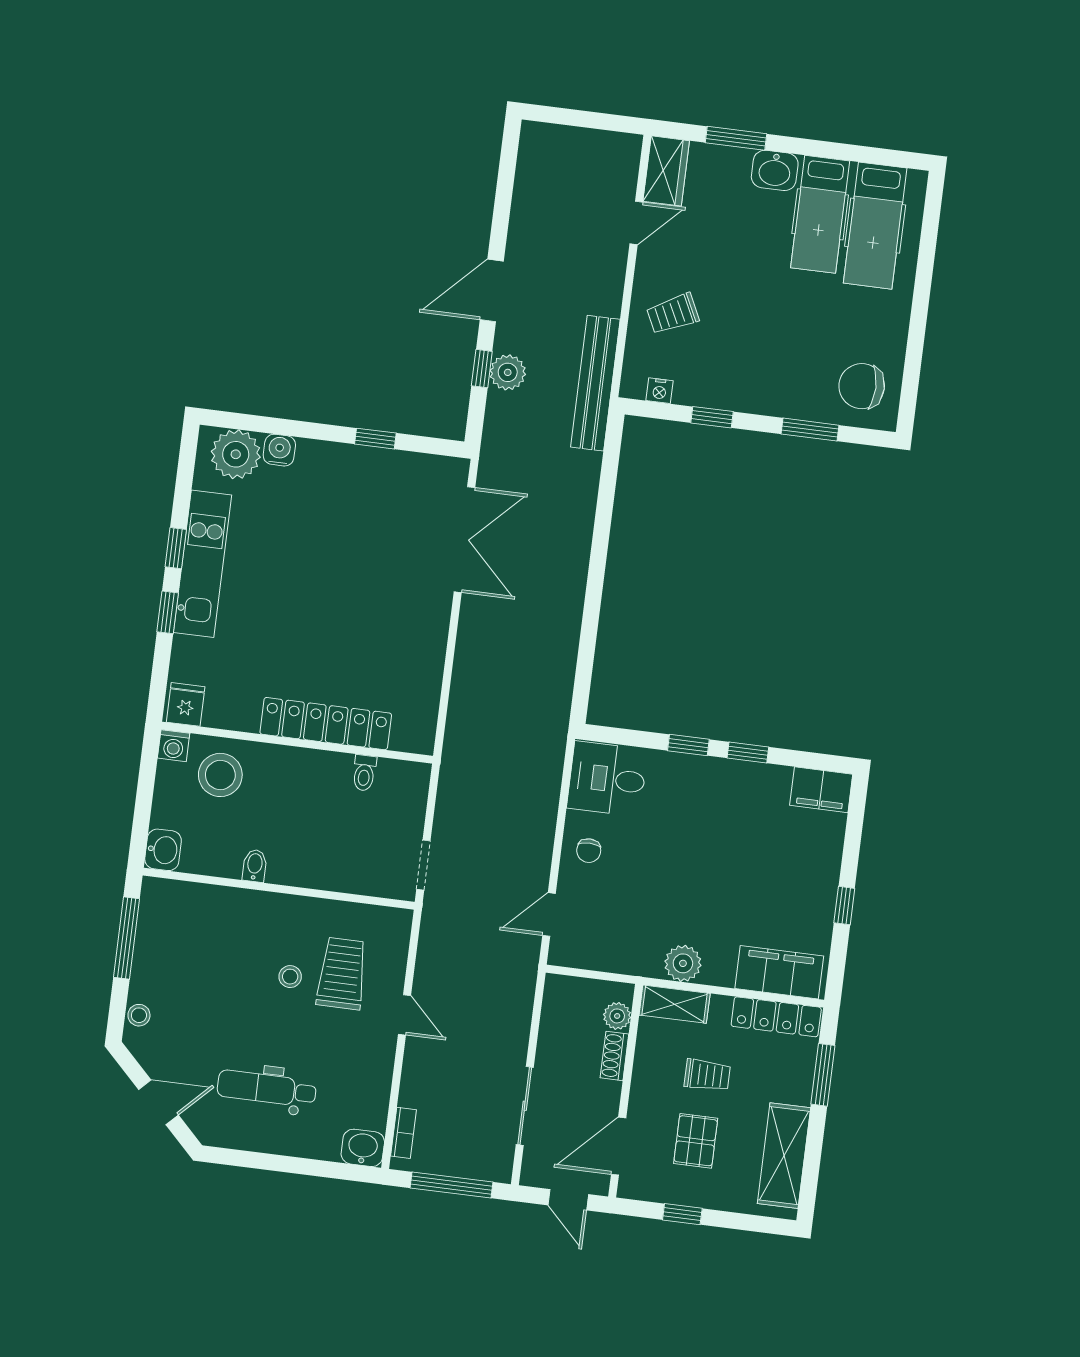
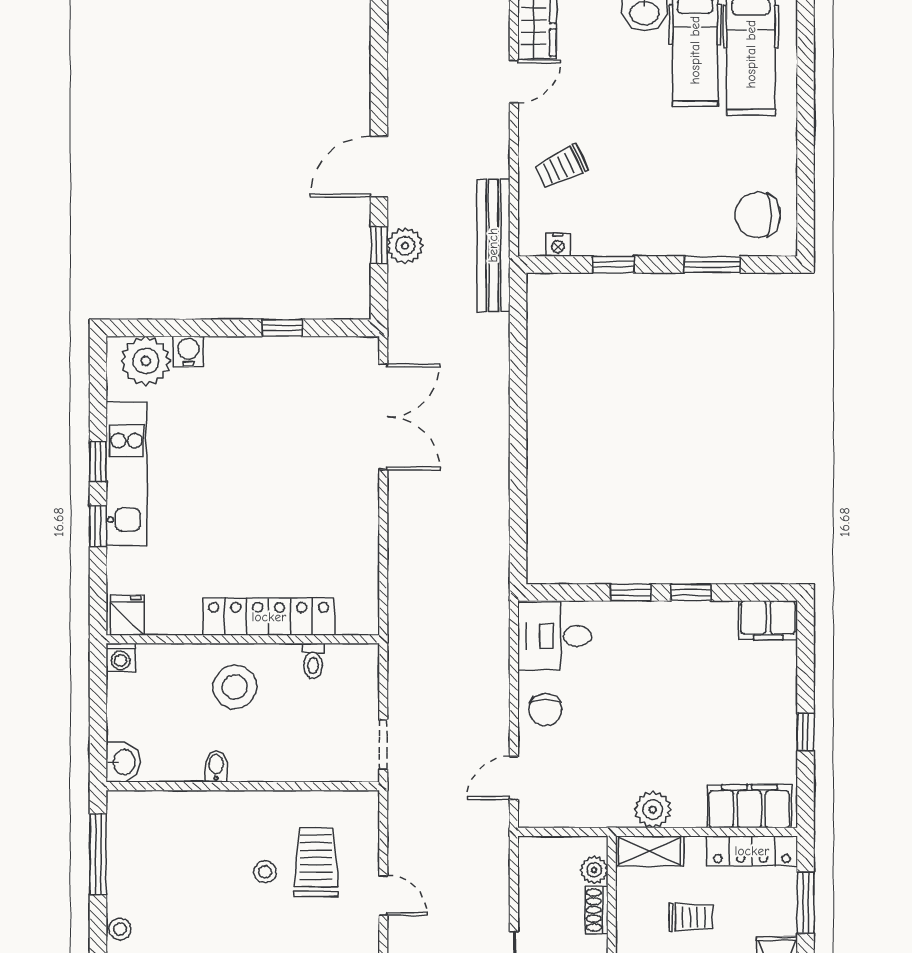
stool: (220, 775) -> (235, 687), moved
chair: (589, 851) -> (545, 710), width x1.37, depth x1.37

